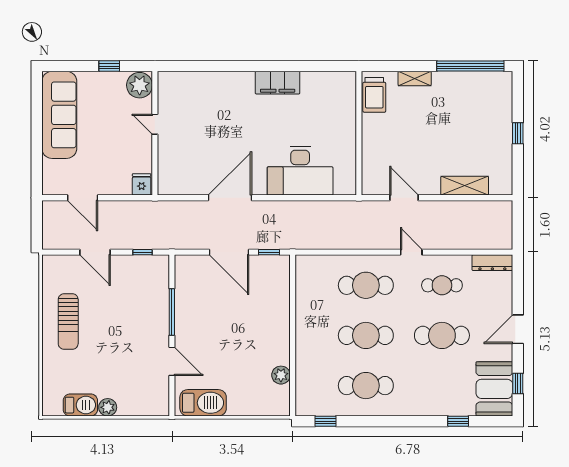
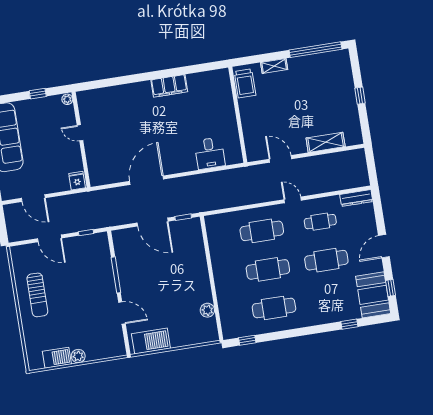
plant: (140, 85) -> (67, 99), width x0.53, depth x0.53
desk: (300, 171) -> (210, 153), width x0.53, depth x0.77

